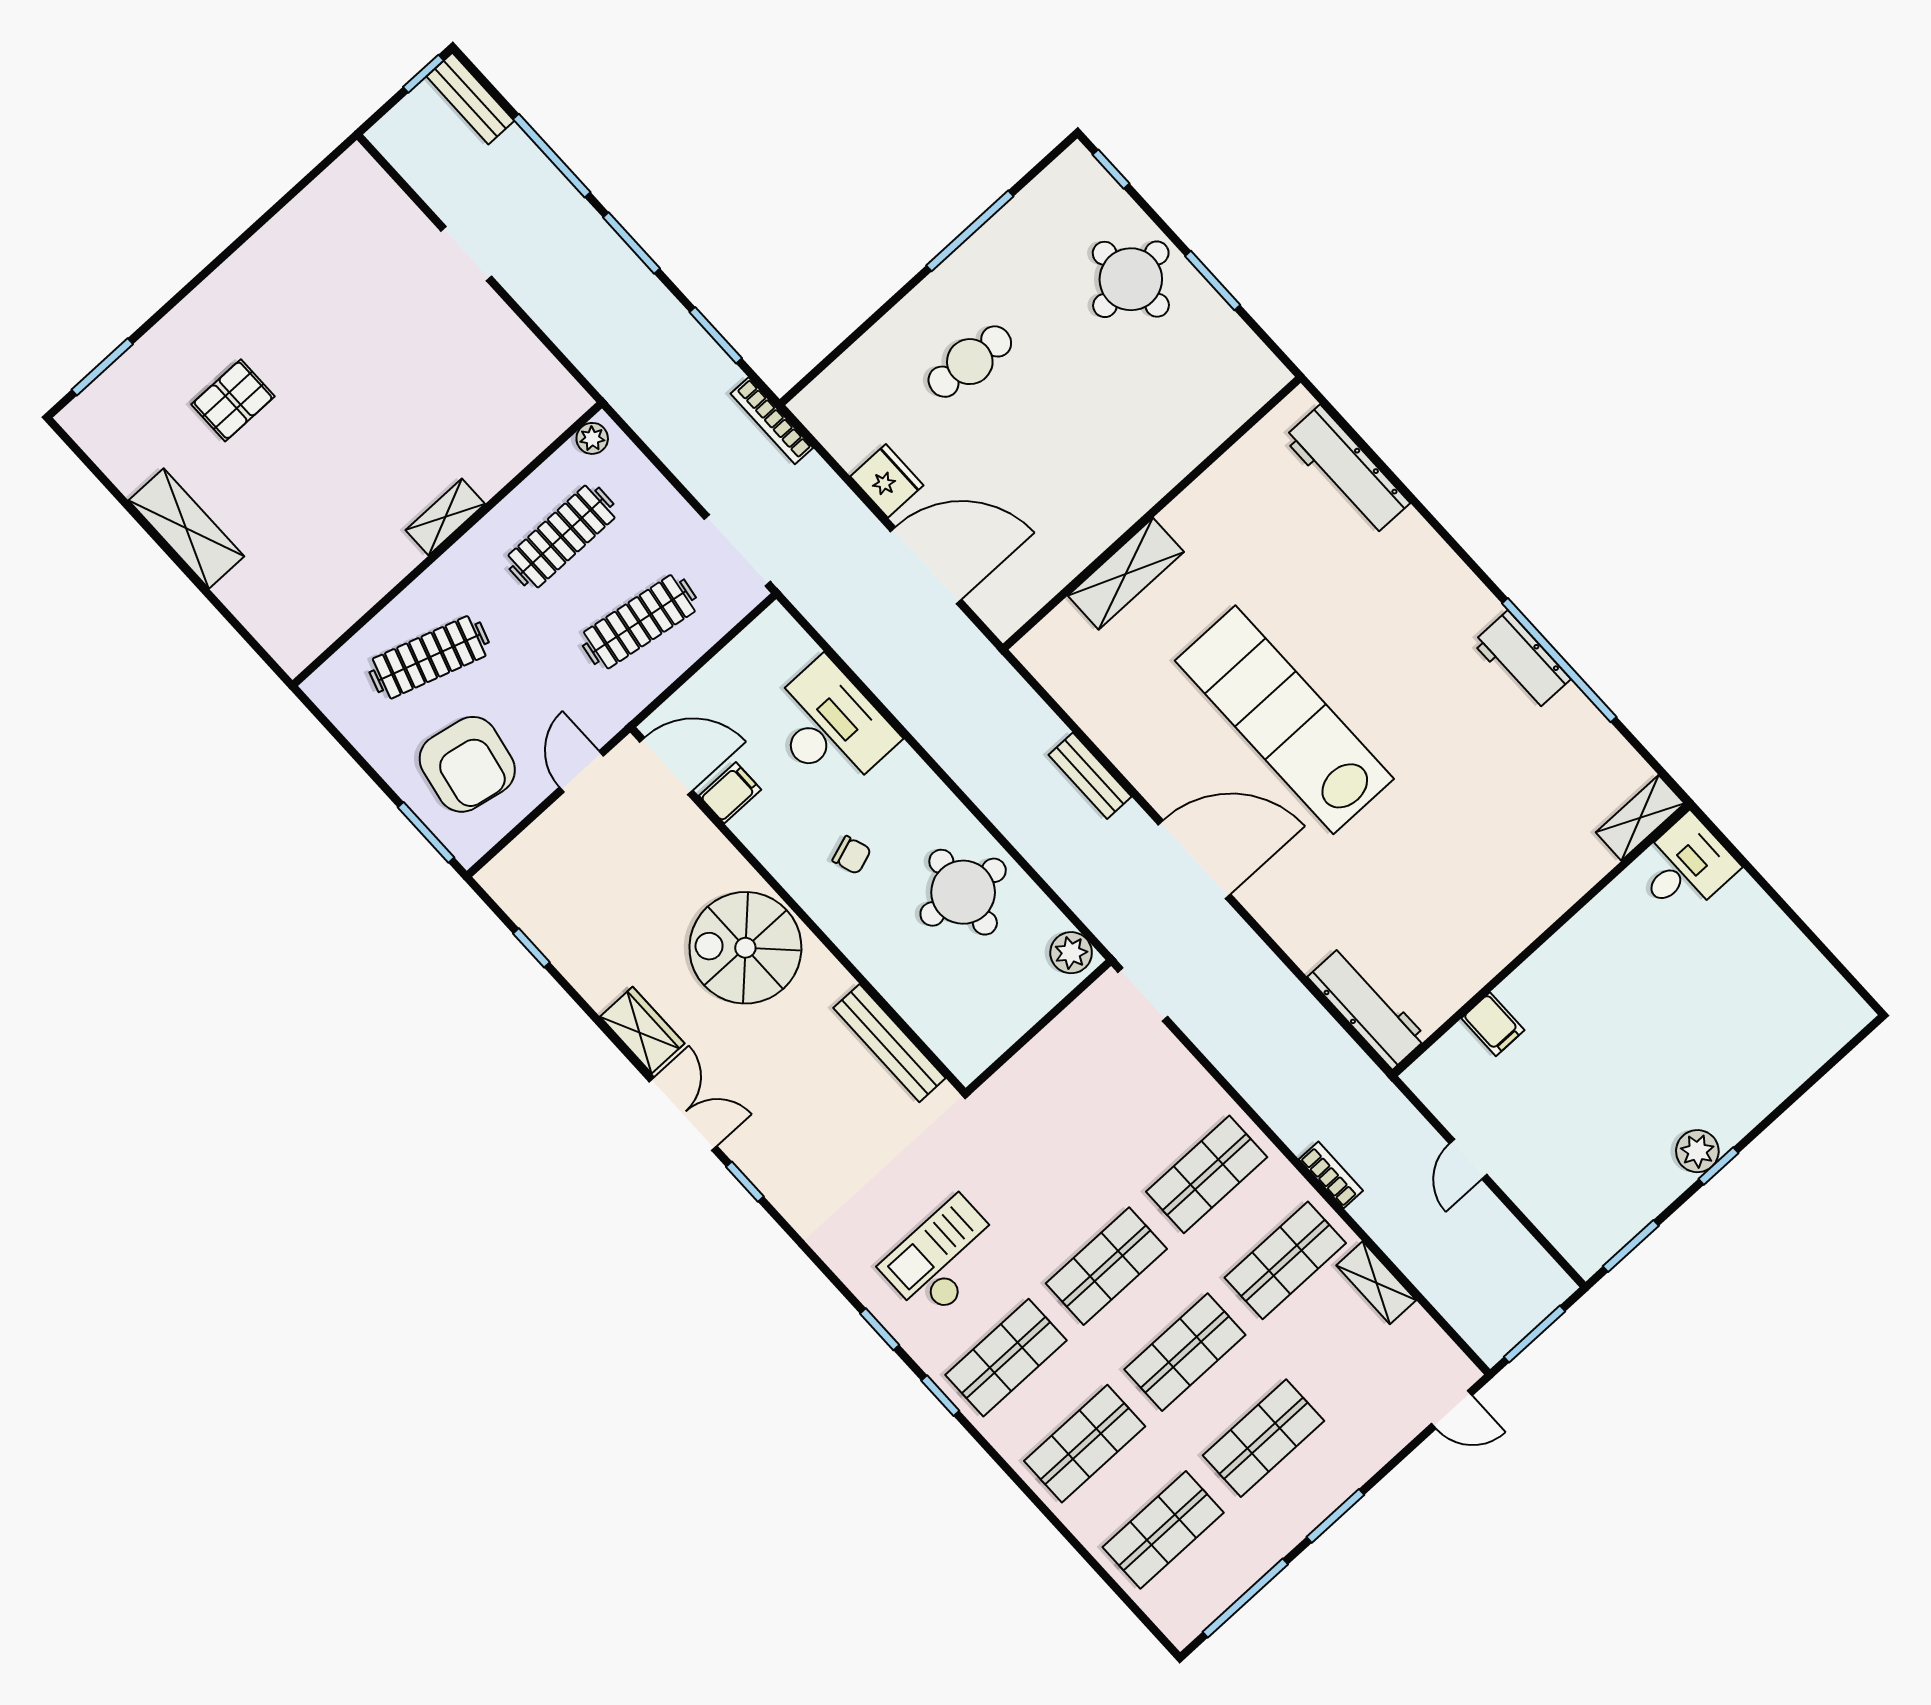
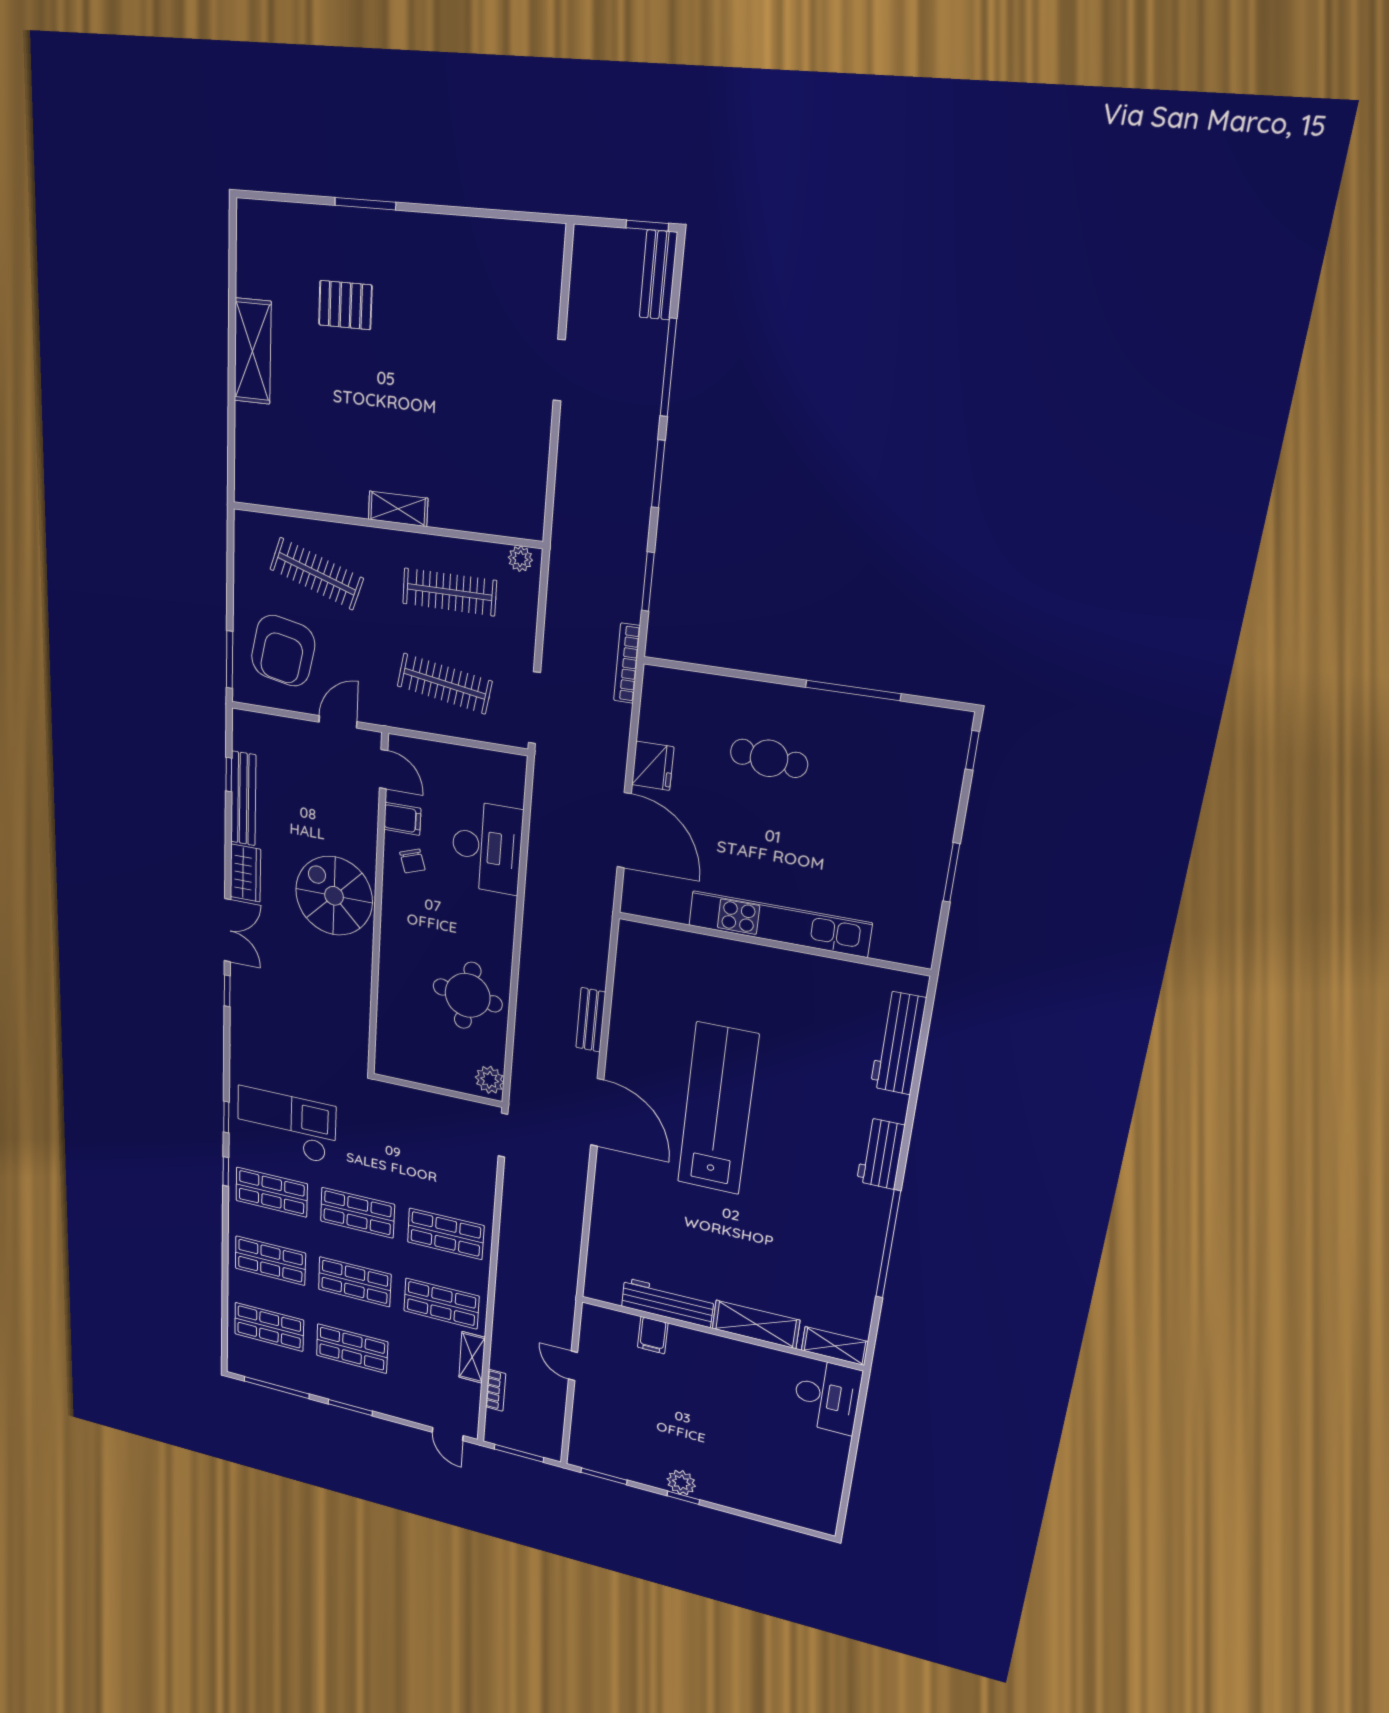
round table: (1131, 279) -> (908, 820), removed
window: (102, 367) -> (365, 204), moved
kitchen unit: (1138, 489) -> (779, 924), added
shelving: (1126, 574) -> (756, 1324), moved
workbench: (1522, 661) -> (881, 1154), moved
door: (666, 766) -> (384, 769), width x0.73
chair: (852, 855) -> (412, 861), moved
desk: (1685, 867) -> (827, 1396), width x1.37
workbench: (1367, 1007) -> (667, 1303), moved, turned -90
bench: (889, 1043) -> (243, 799), moved
door: (1468, 1159) -> (573, 1366), hinge flipped
bookcase: (1331, 1175) -> (496, 1390), moved
checkout: (944, 1258) -> (286, 1125), width x1.36, depth x1.21

